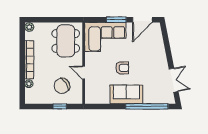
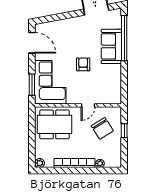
window: (116, 20) -> (32, 85), moved
sofa: (126, 94) -> (111, 46), moved

